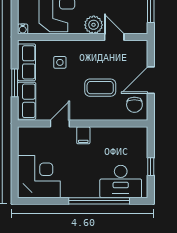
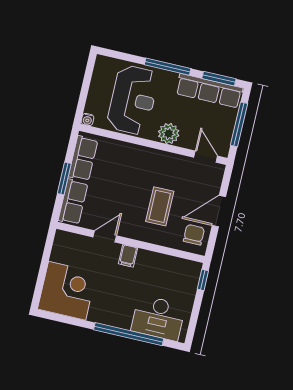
door: (114, 37) -> (206, 157), moved
side table: (60, 62) -> (121, 167), removed
coffee table: (100, 88) -> (160, 206), turned 90
chair: (134, 105) -> (194, 235), turned 180
window: (151, 167) -> (203, 280), moved

